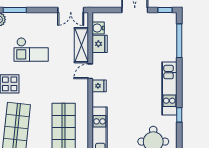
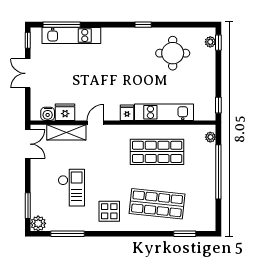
door: (90, 71) -> (95, 123), swing flipped
fridge: (99, 86) -> (127, 113), moved
kitchen unit: (169, 88) -> (71, 35), moved

